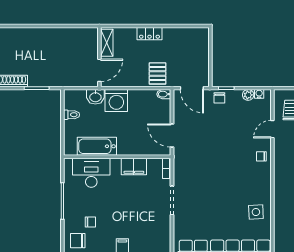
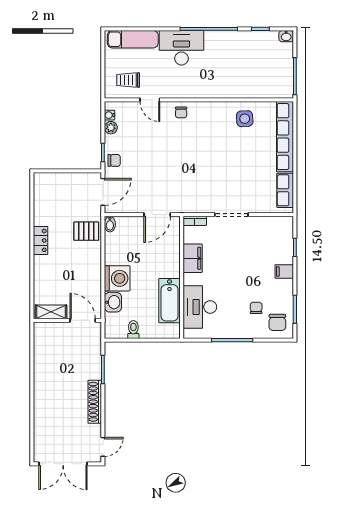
shelving: (107, 43) -> (51, 312), moved
wall: (99, 57) -> (67, 320), moved
door: (99, 70) -> (83, 320), moved

